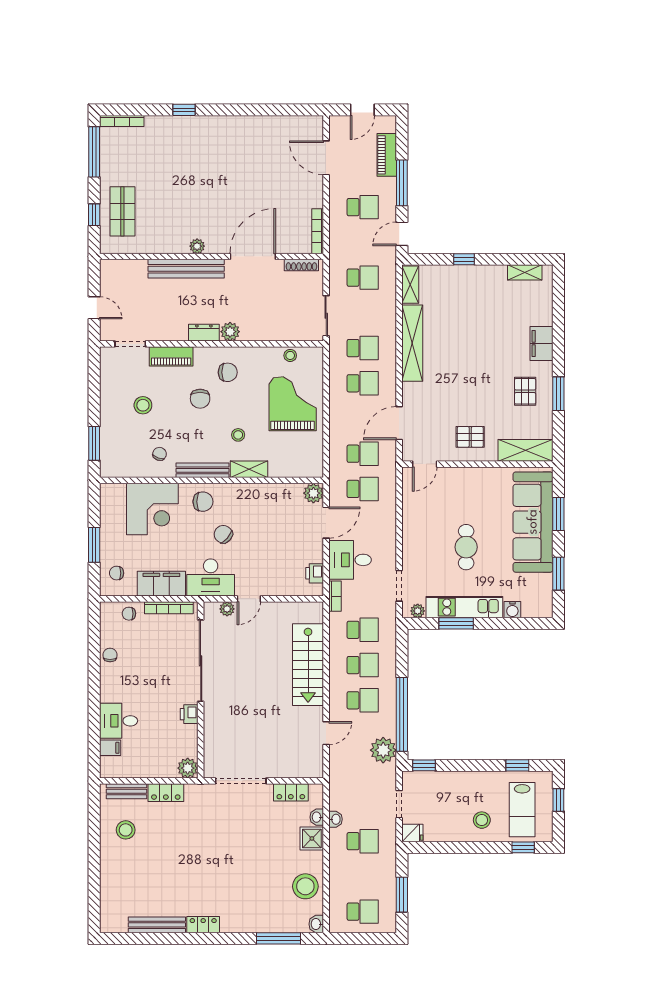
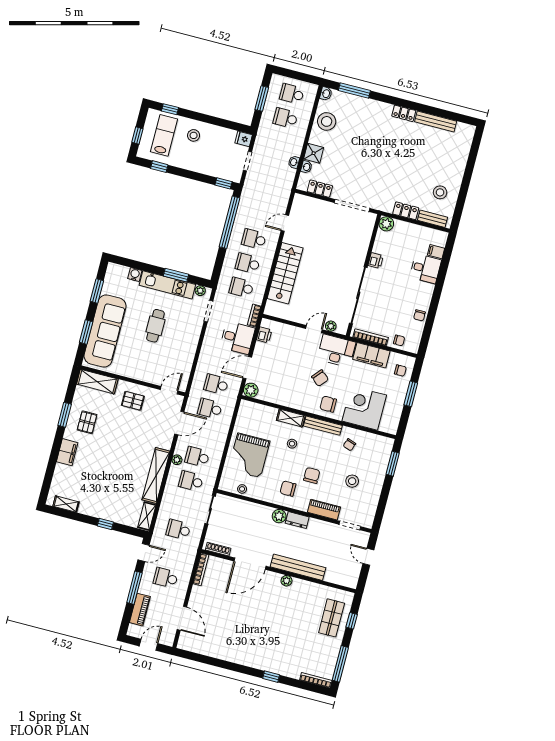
plant: (383, 750) -> (177, 460), moved, width x0.53, depth x0.53
school desk: (363, 841) -> (285, 118), moved

